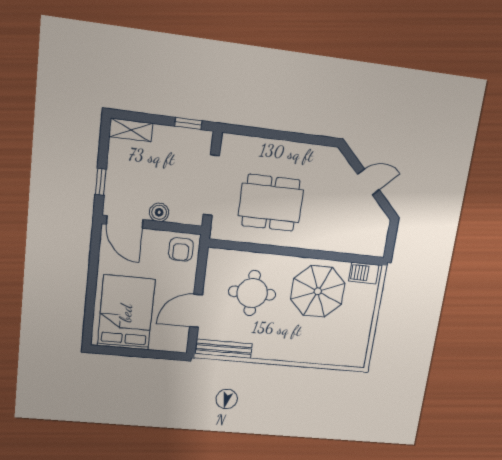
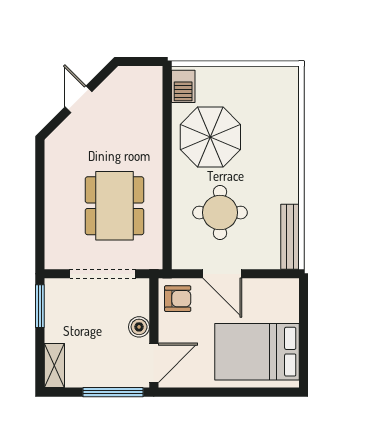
window: (188, 123) -> (40, 306), width x1.50
window: (101, 182) -> (113, 392), width x2.17
door: (196, 311) -> (222, 274), moved

